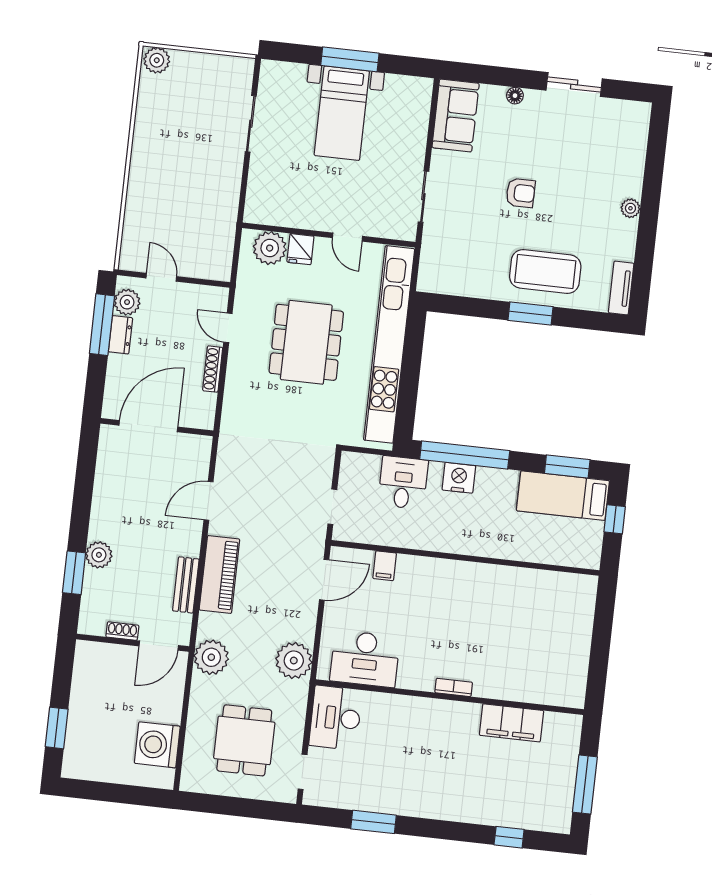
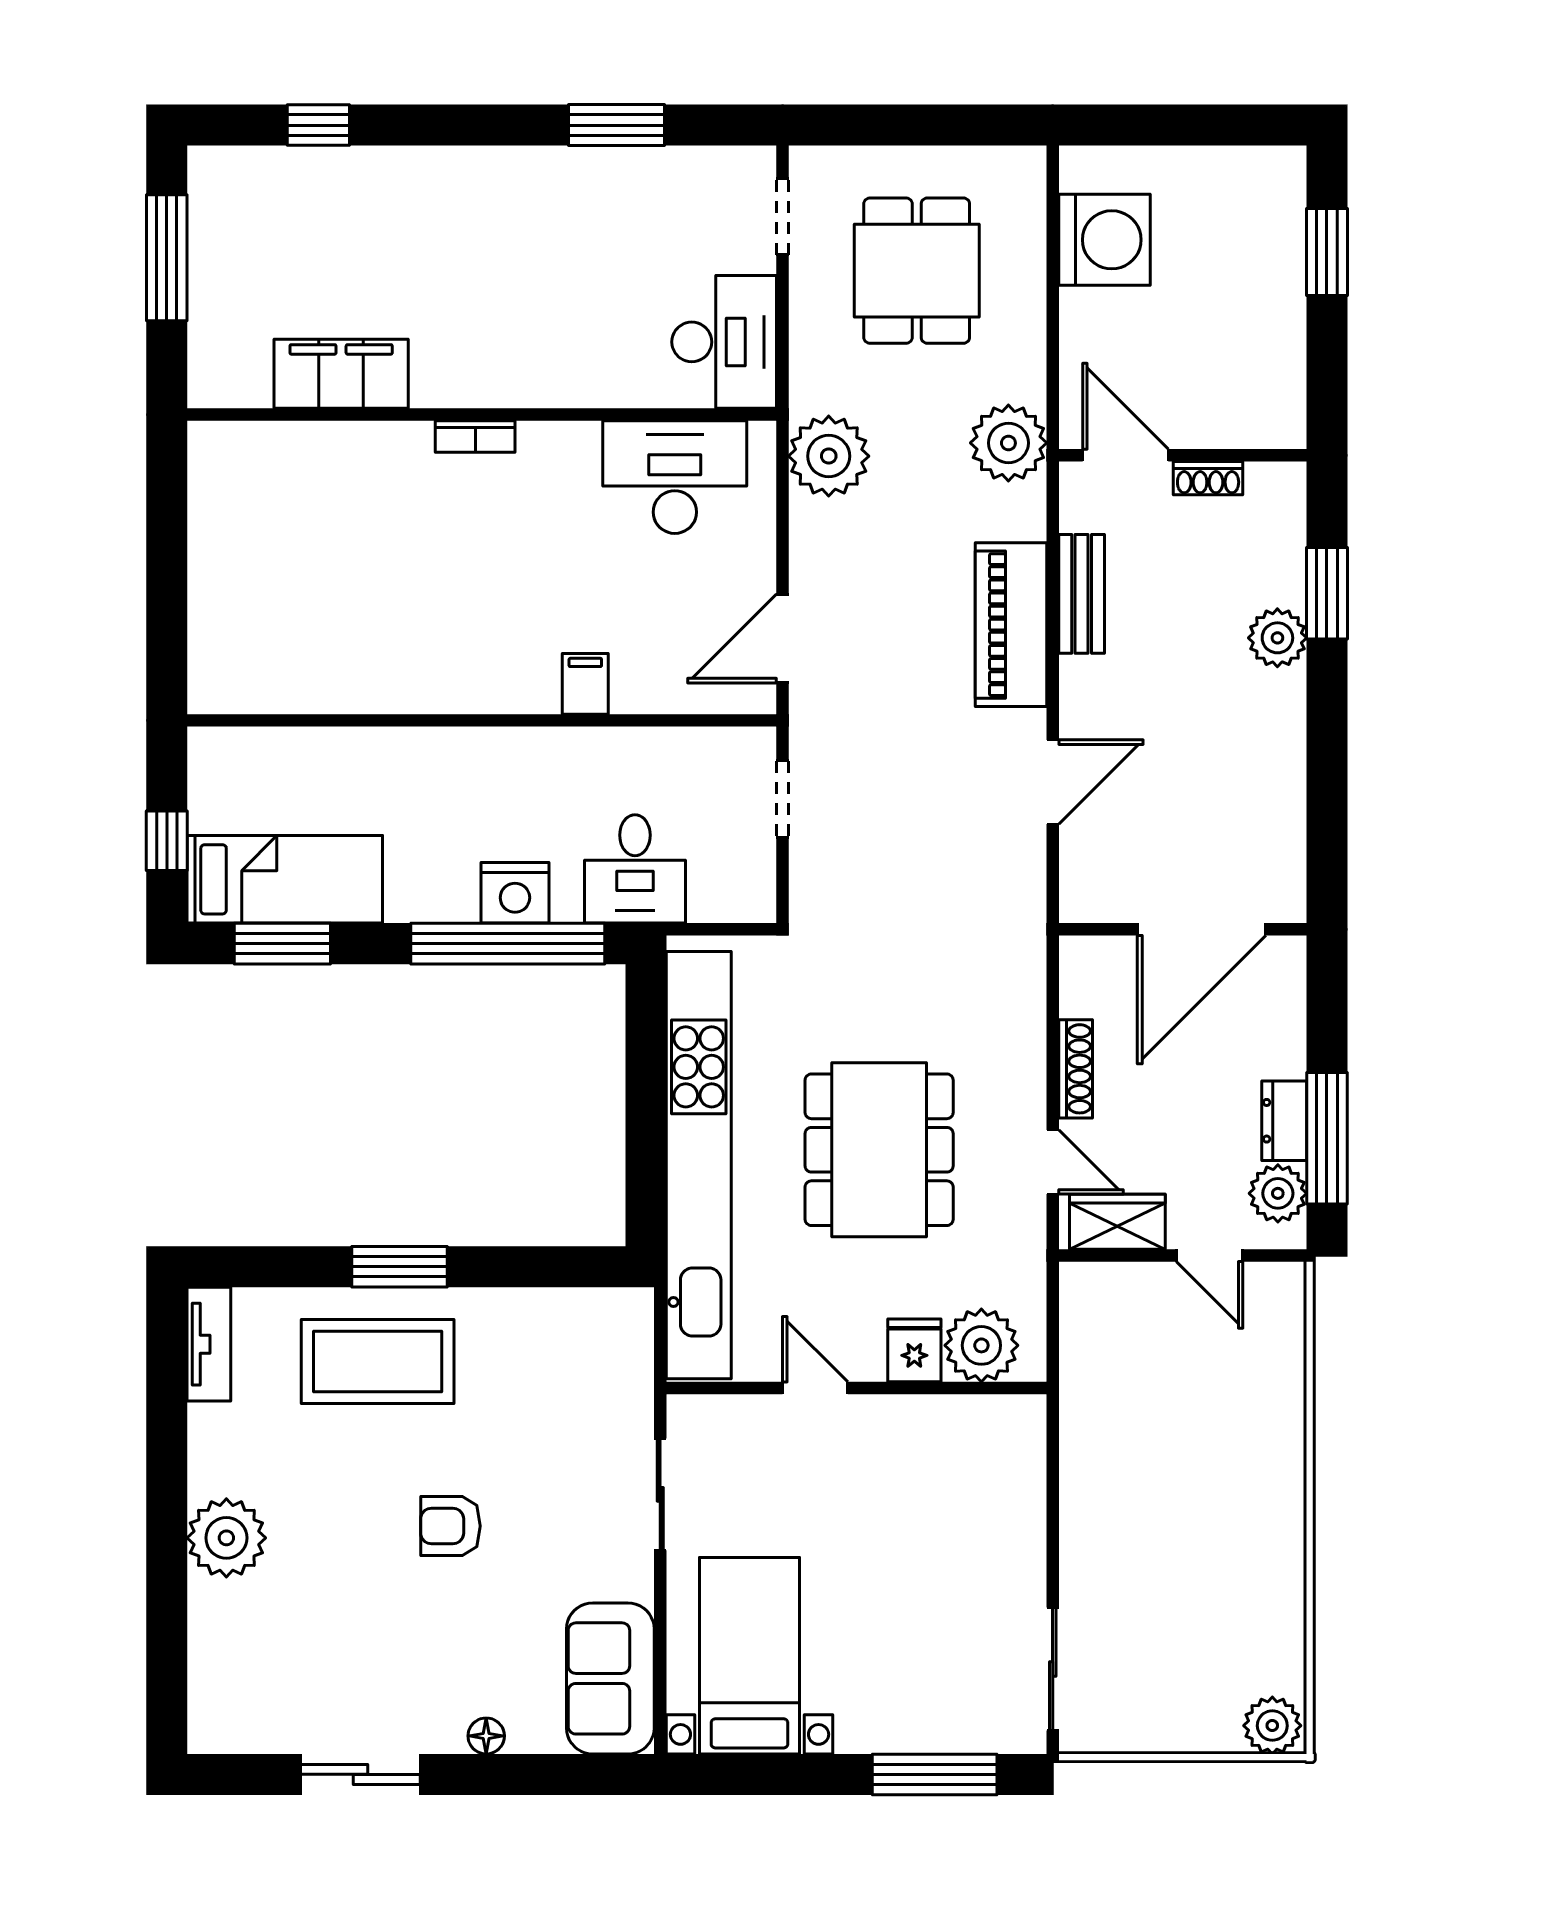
window: (350, 59) -> (935, 1774), moved
bed with nightstands: (342, 113) -> (749, 1656), moved
sliding door: (251, 124) -> (1053, 1669), moved
plant: (630, 208) -> (226, 1538), width x1.87, depth x1.87
wardrobe: (202, 297) -> (1117, 1222), added
filing cabinet: (385, 566) -> (585, 684), moved
door: (159, 646) -> (1125, 455), hinge flipped

